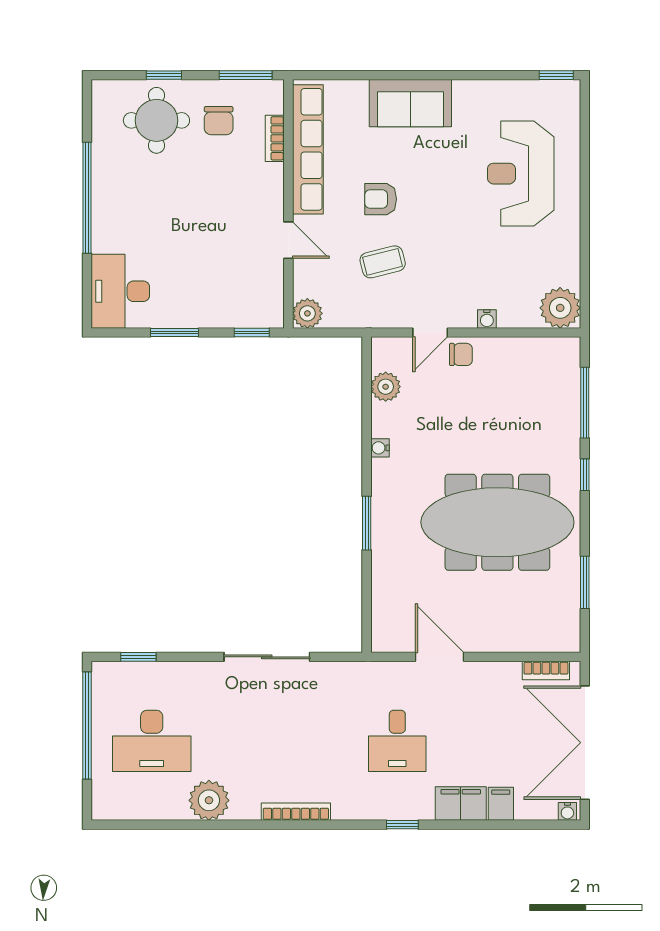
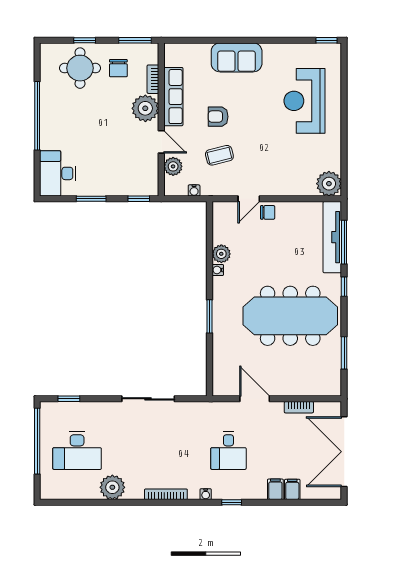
row of seats: (308, 149) -> (173, 97), width x0.73
plant: (262, 186) -> (145, 108), added
plant: (307, 313) -> (173, 166), moved
water cooler: (487, 319) -> (194, 190), moved
plant: (386, 387) -> (221, 254), moved
tv unit: (566, 395) -> (332, 237), added
bookcase: (546, 670) -> (299, 407), moved
filing cabinet: (461, 804) -> (275, 489), width x0.50
water cooler: (567, 811) -> (206, 494), moved

